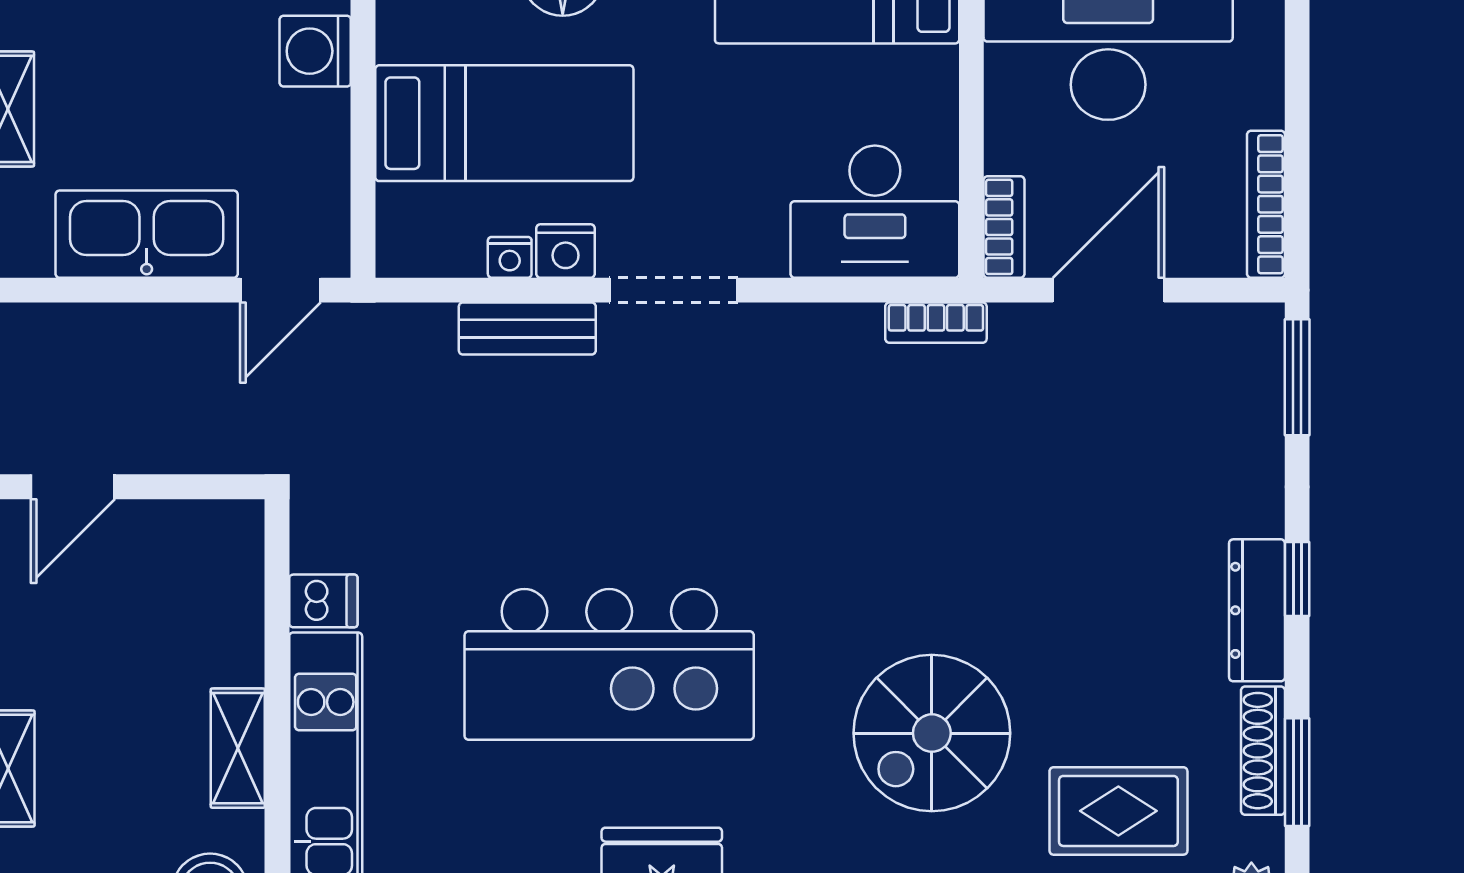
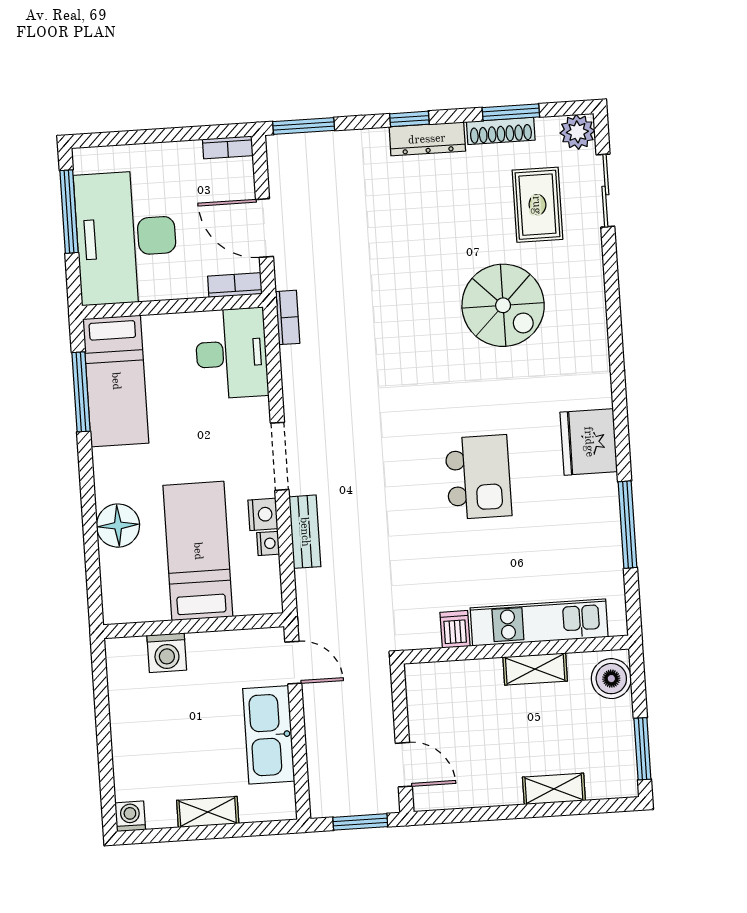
bookcase: (1266, 204) -> (228, 147), width x0.64
kitchen island: (609, 664) -> (478, 477), width x0.54, depth x0.78

